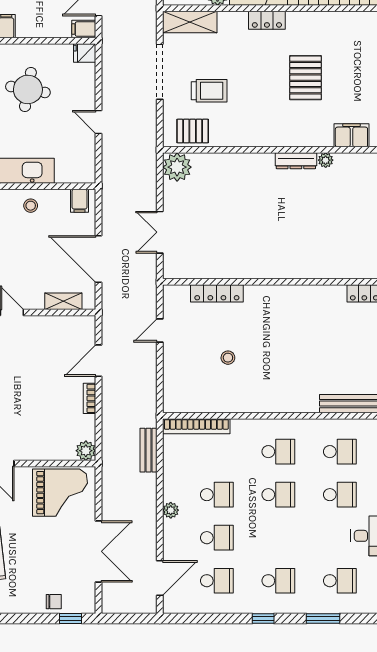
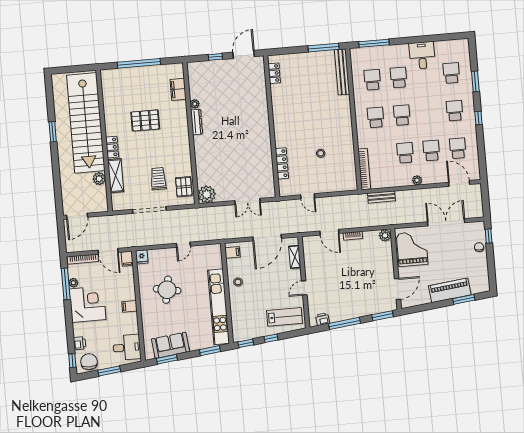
shelving: (190, 22) -> (116, 176), moved

